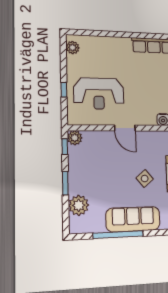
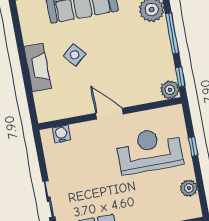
plant: (73, 48) -> (189, 188), moved
window: (65, 183) -> (172, 33), width x1.44

